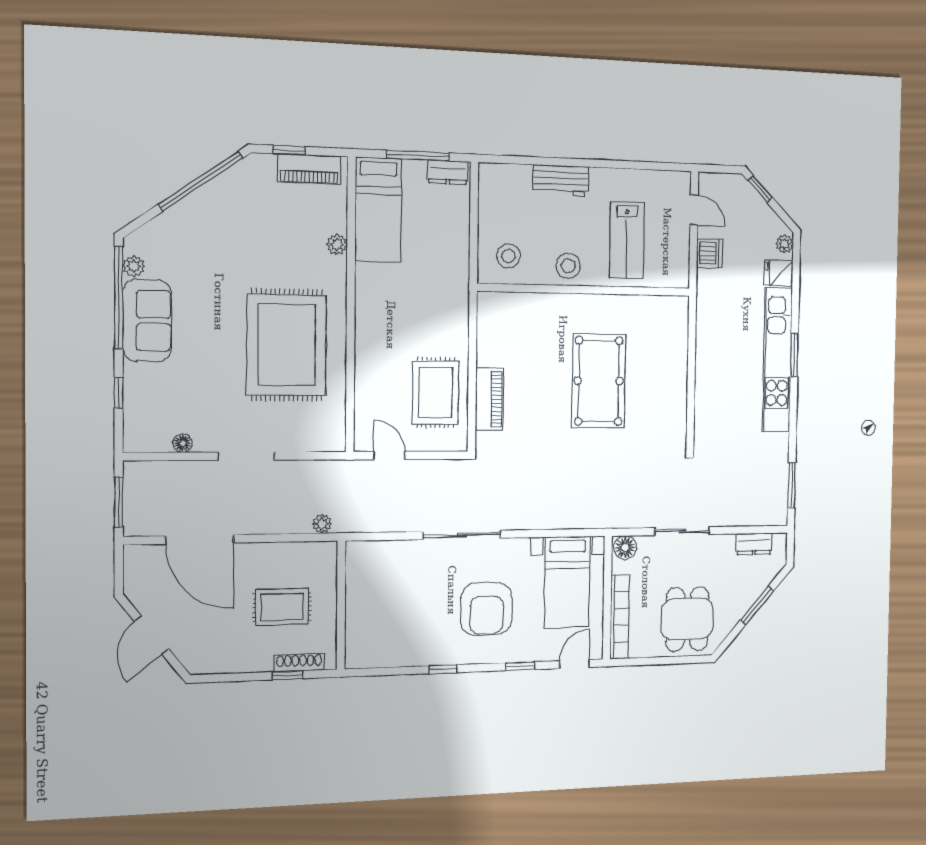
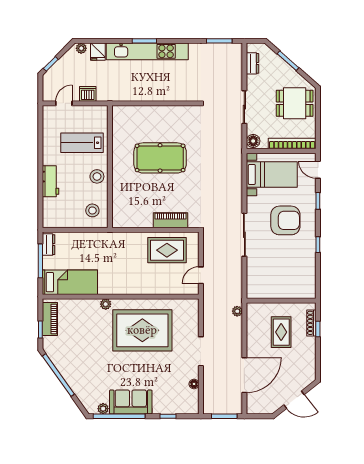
lab bench: (627, 240) -> (82, 143), turned 180
plant: (337, 244) -> (106, 304), moved

